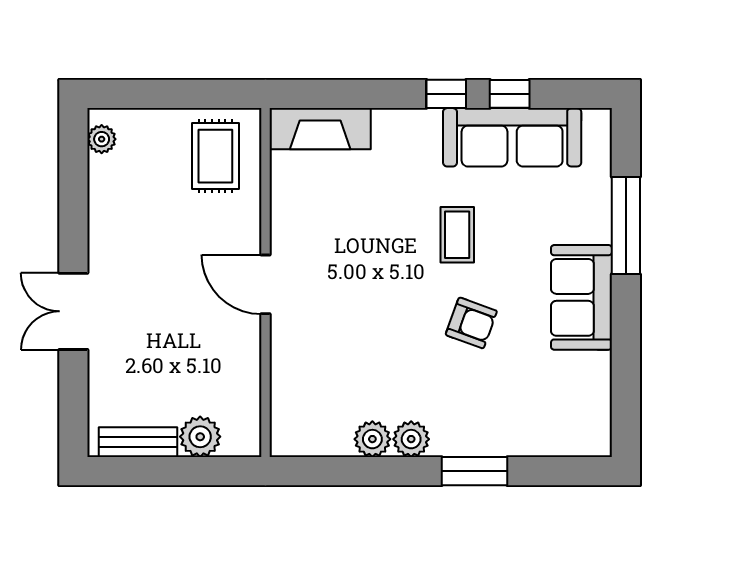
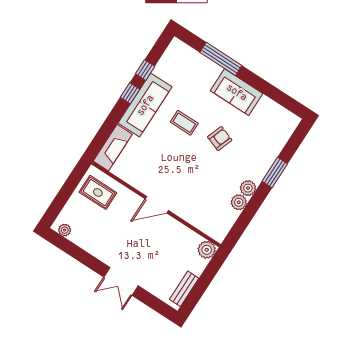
sofa: (512, 137) -> (145, 105), moved
plant: (200, 437) -> (207, 250), moved

